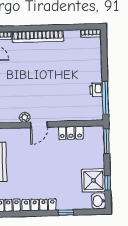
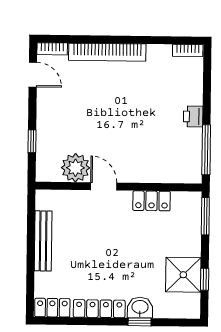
printer: (96, 90) -> (193, 117), moved
plant: (25, 117) -> (76, 168), width x1.88, depth x1.88
door: (39, 125) -> (104, 186), swing flipped
washbasin: (99, 201) -> (140, 308), moved, turned 90

